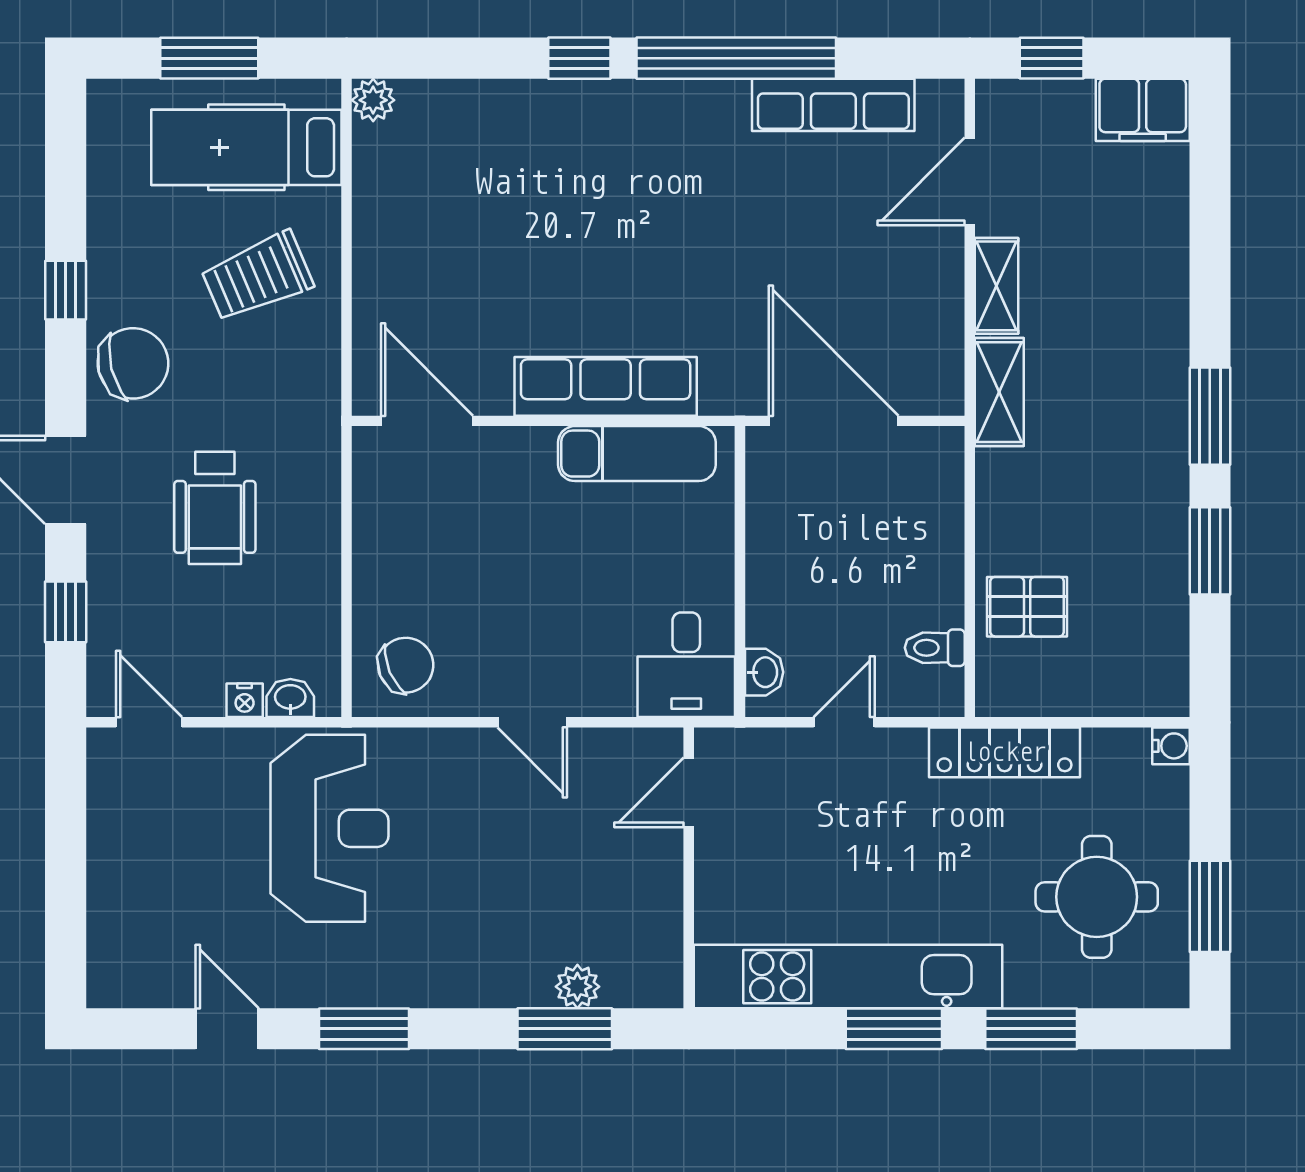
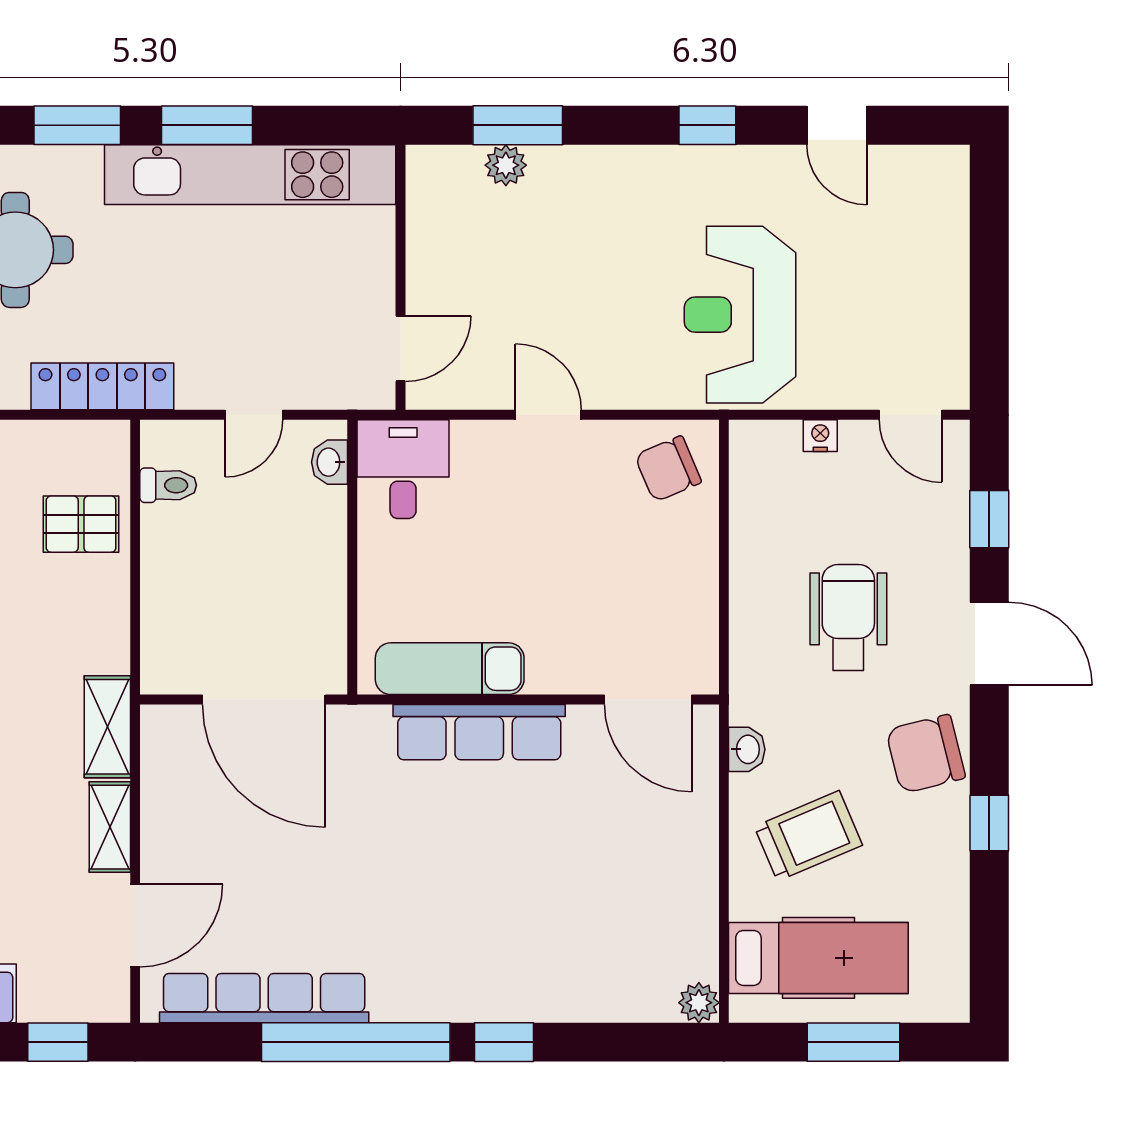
row of seats: (833, 105) -> (264, 998), width x1.36
washbasin: (290, 698) -> (747, 749), moved, turned -90
window: (364, 1029) -> (707, 125), width x0.67

